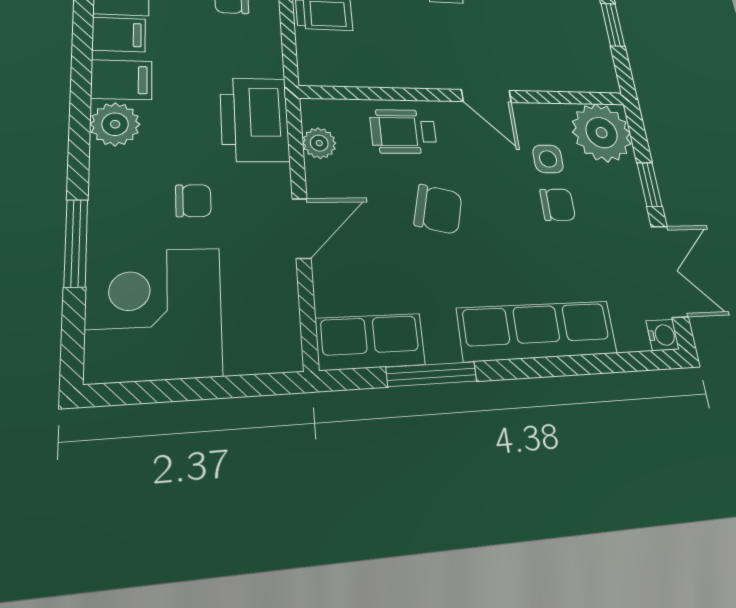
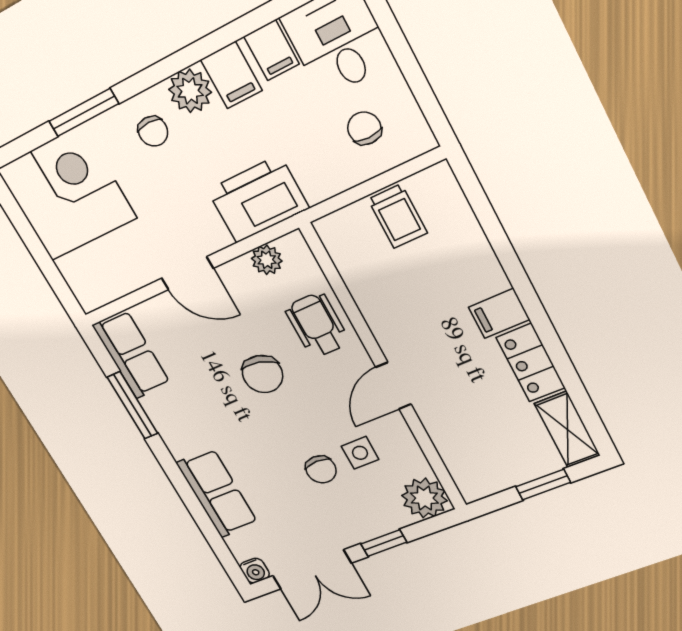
plant: (602, 133) -> (424, 498), width x0.73, depth x0.73
chair: (193, 201) -> (153, 131), moved
row of seats: (537, 331) -> (217, 493), width x0.68

